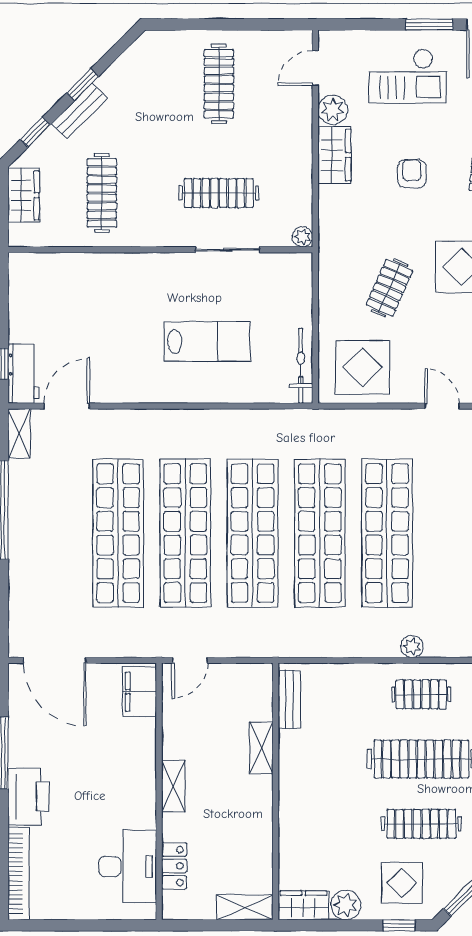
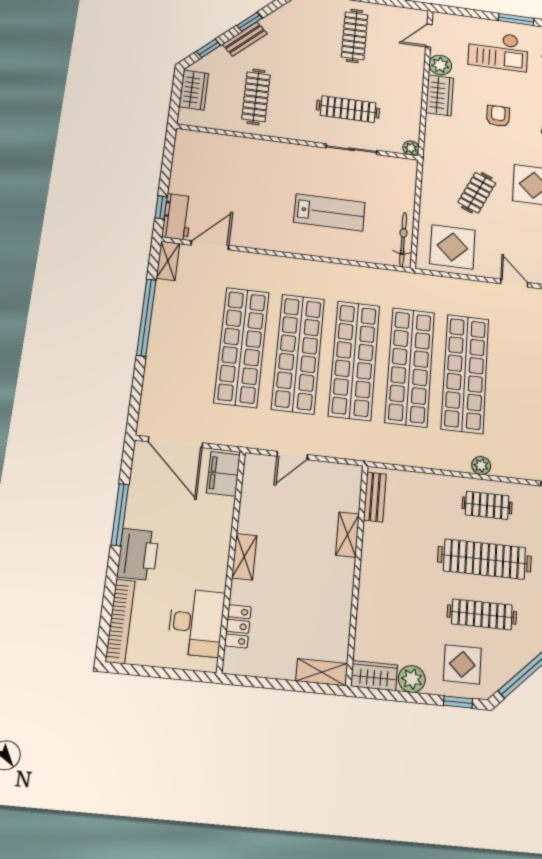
filing cabinet: (140, 692) -> (223, 474), moved
shelving: (173, 786) -> (244, 557), moved
wall: (159, 791) -> (231, 560), moved
locker: (174, 866) -> (238, 626), moved
desk: (128, 867) -> (196, 623), moved

